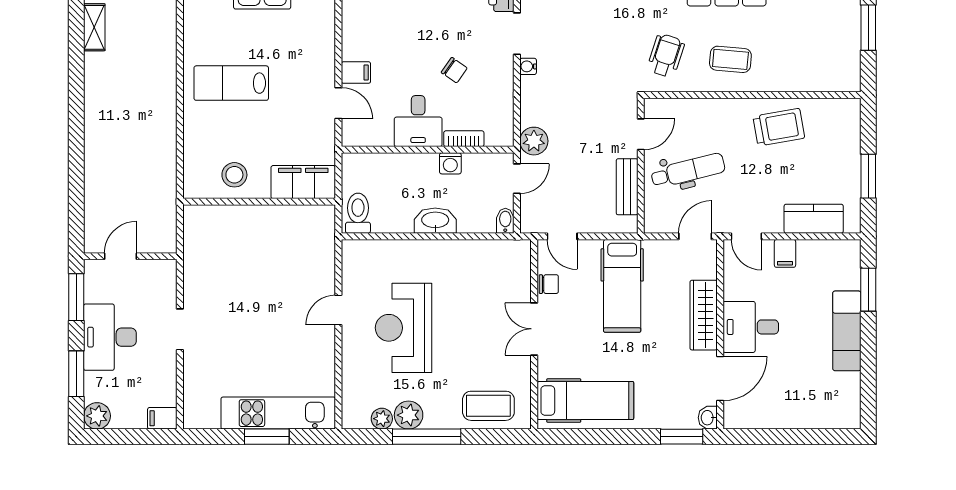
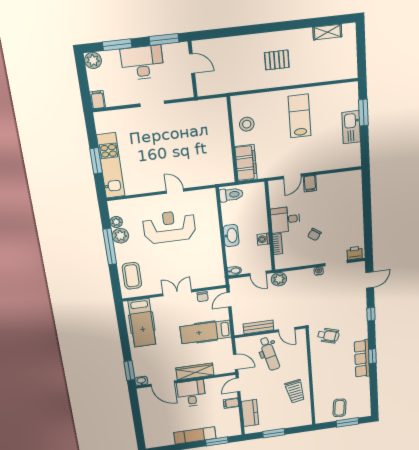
coffee table: (730, 59) -> (340, 408), moved
pallet: (131, 115) -> (277, 60), added

